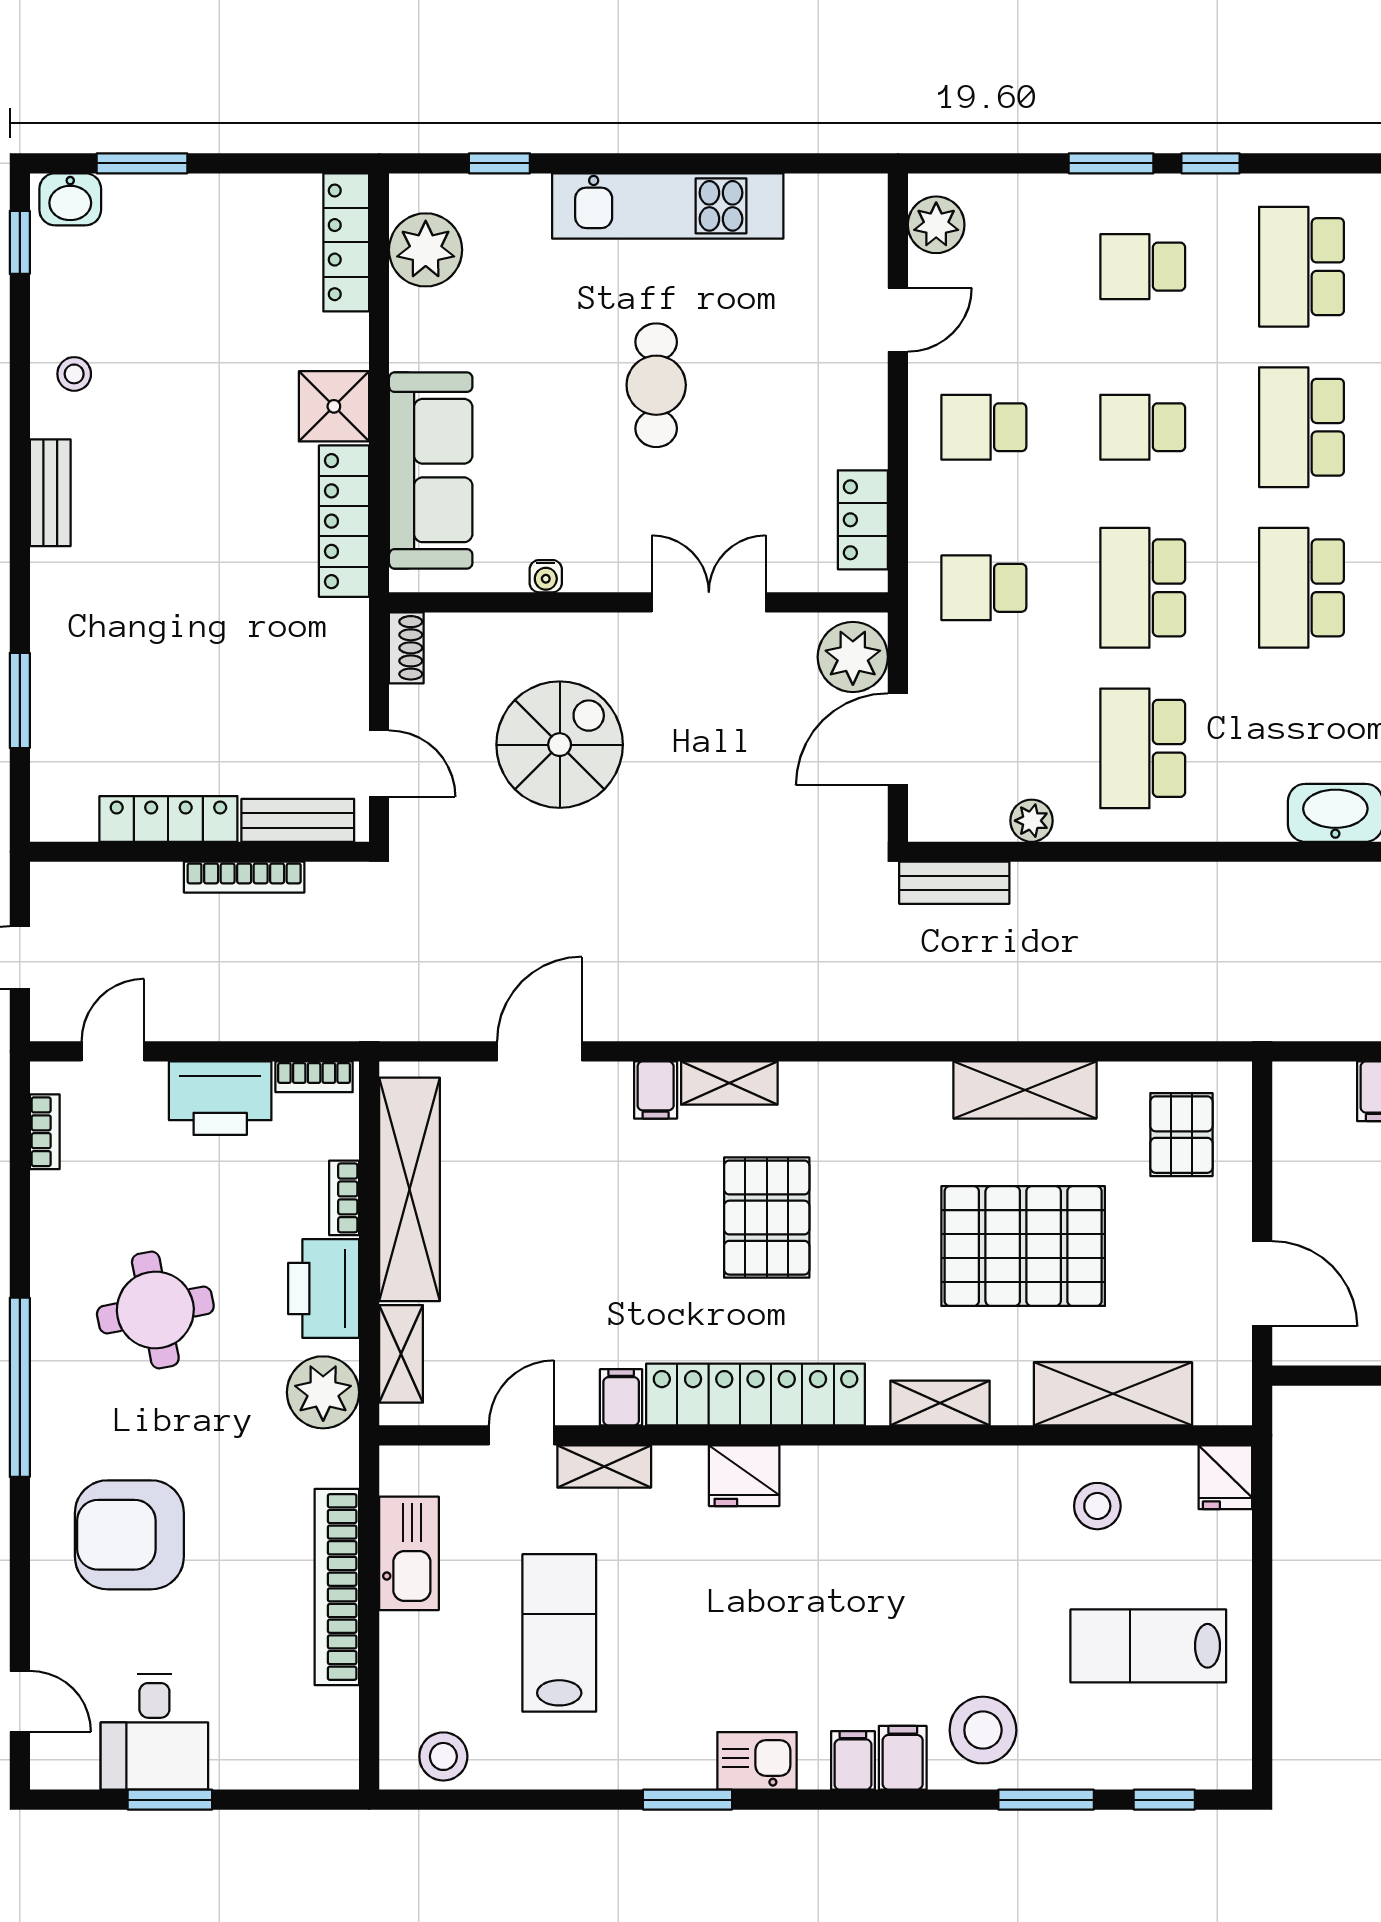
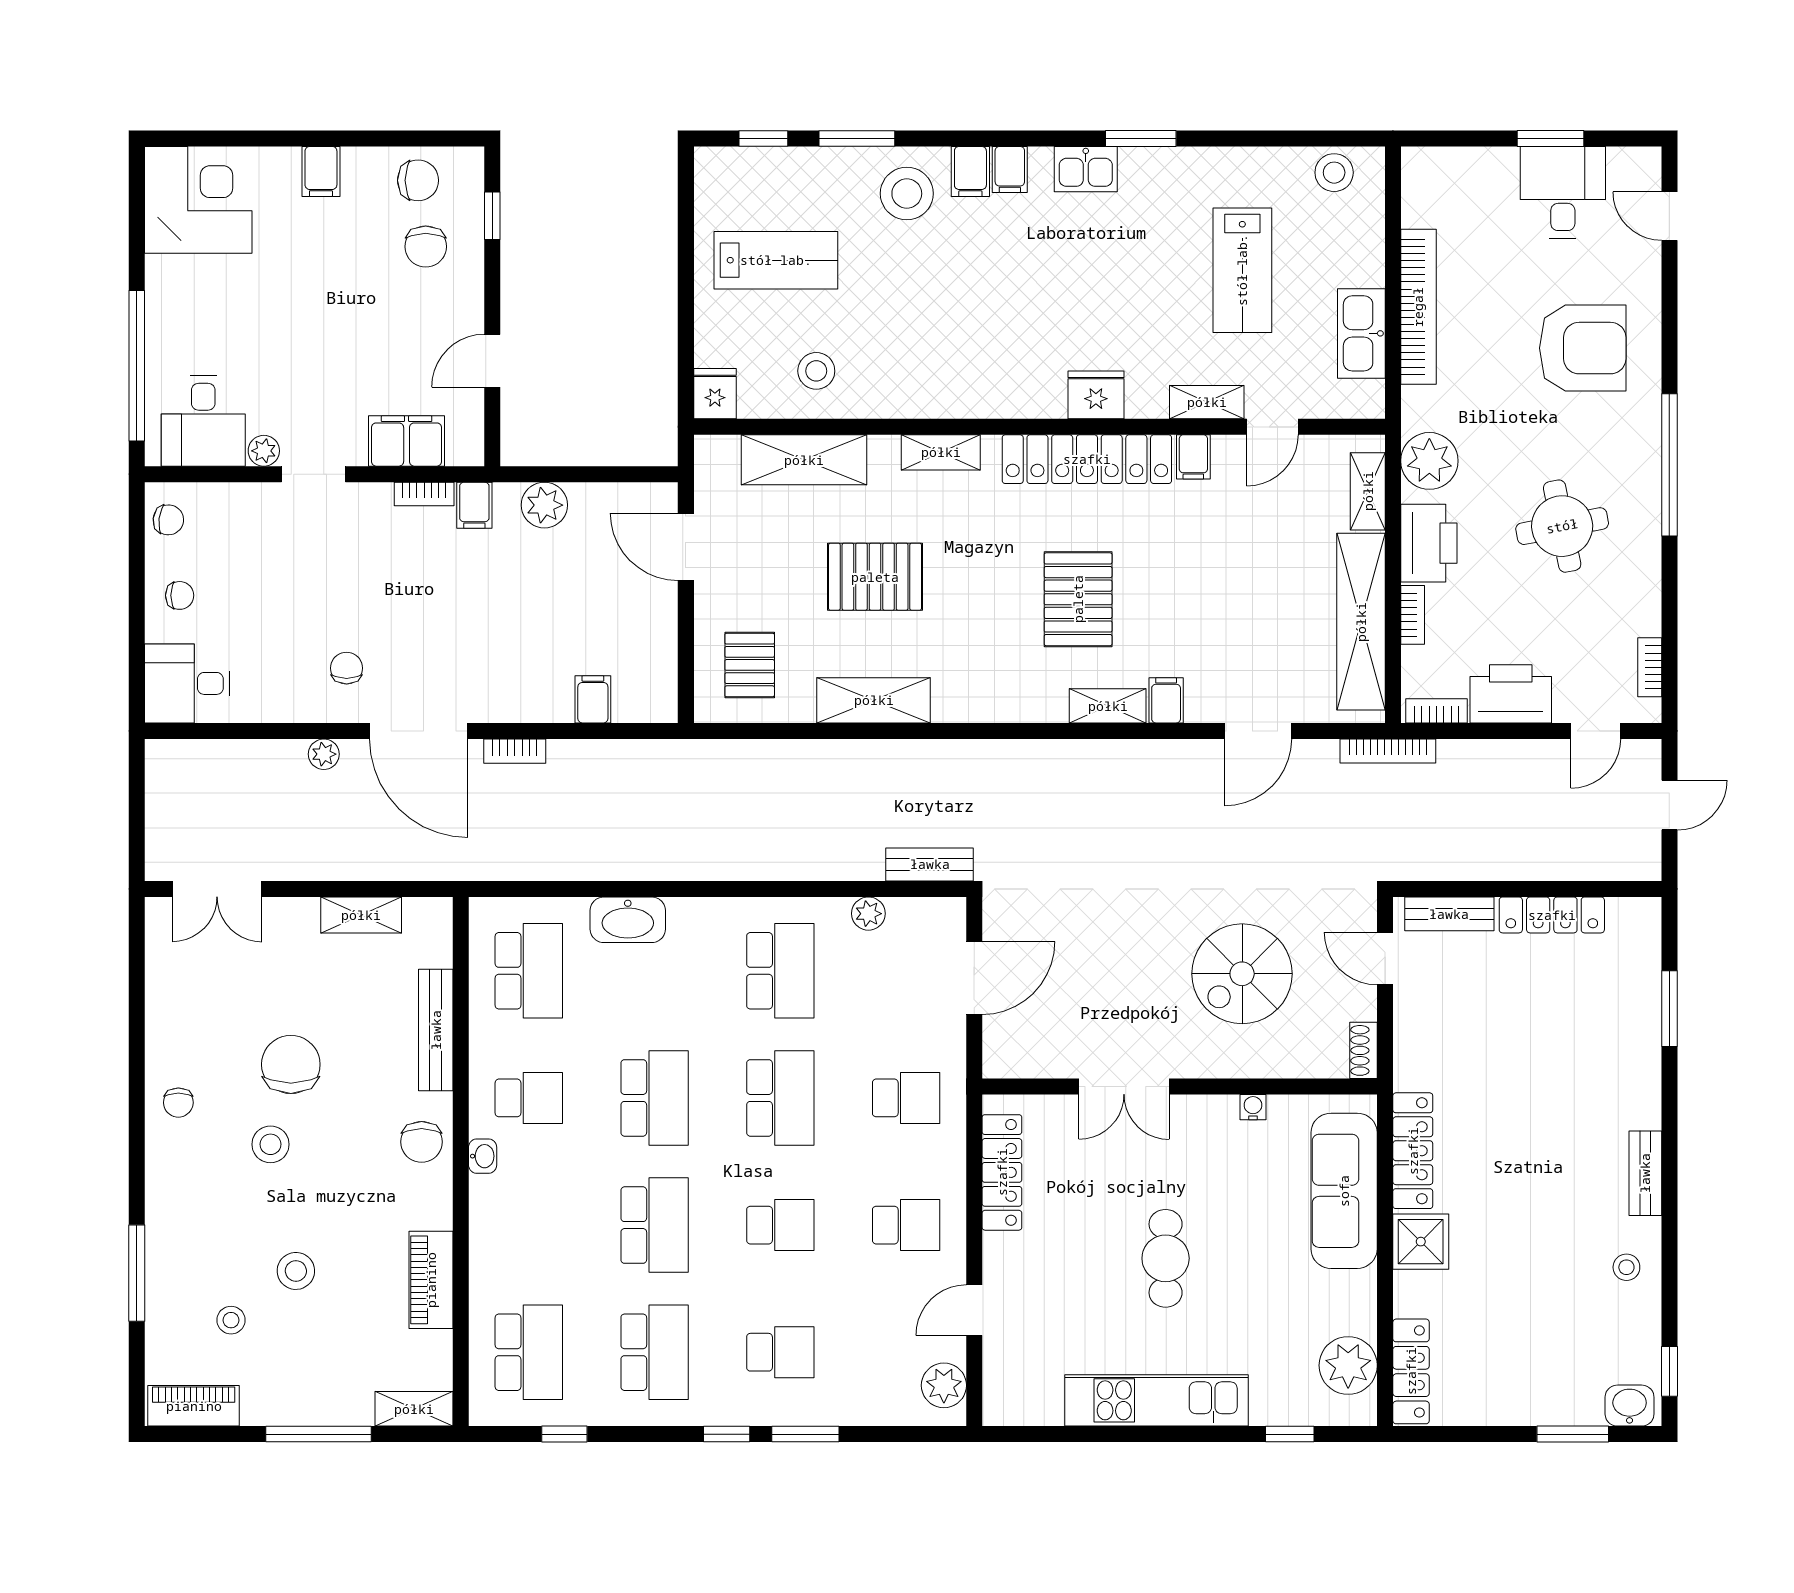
locker: (863, 520) -> (1002, 1172), width x1.53
plant: (853, 657) -> (1010, 1043), removed
bookcase: (244, 877) -> (1388, 751), moved, turned 180
pallet: (1023, 1246) -> (875, 577), width x0.73, depth x0.71

